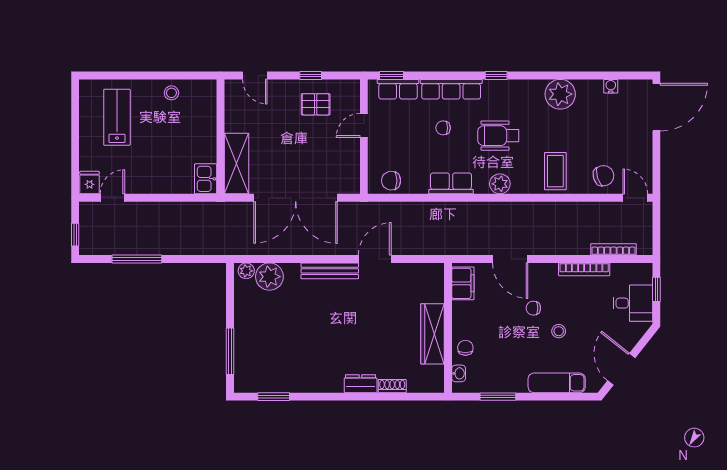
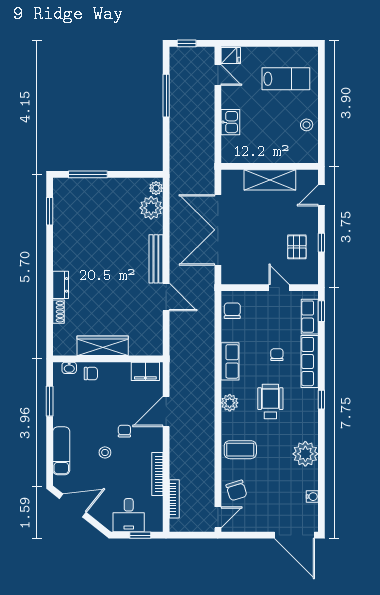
shelving: (236, 164) -> (270, 180), moved
kitchen sink: (206, 179) -> (230, 122), moved, turned 90

